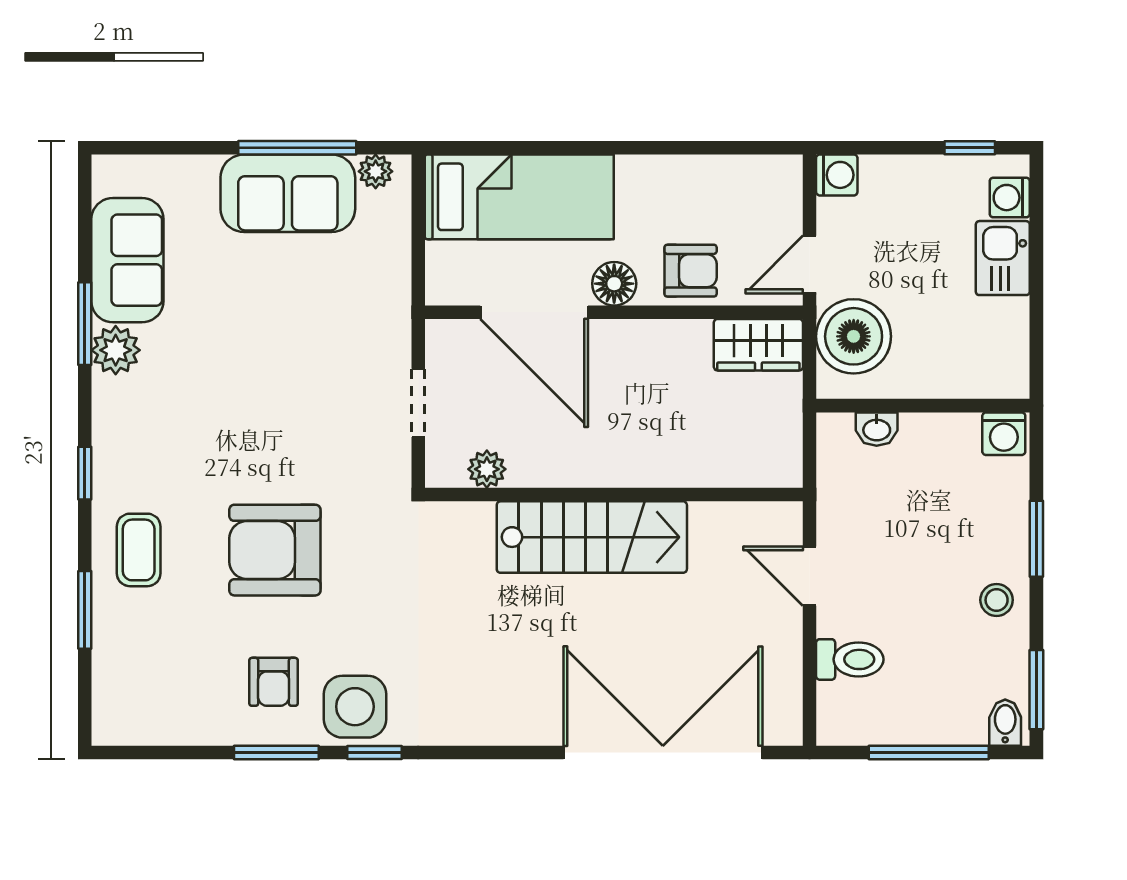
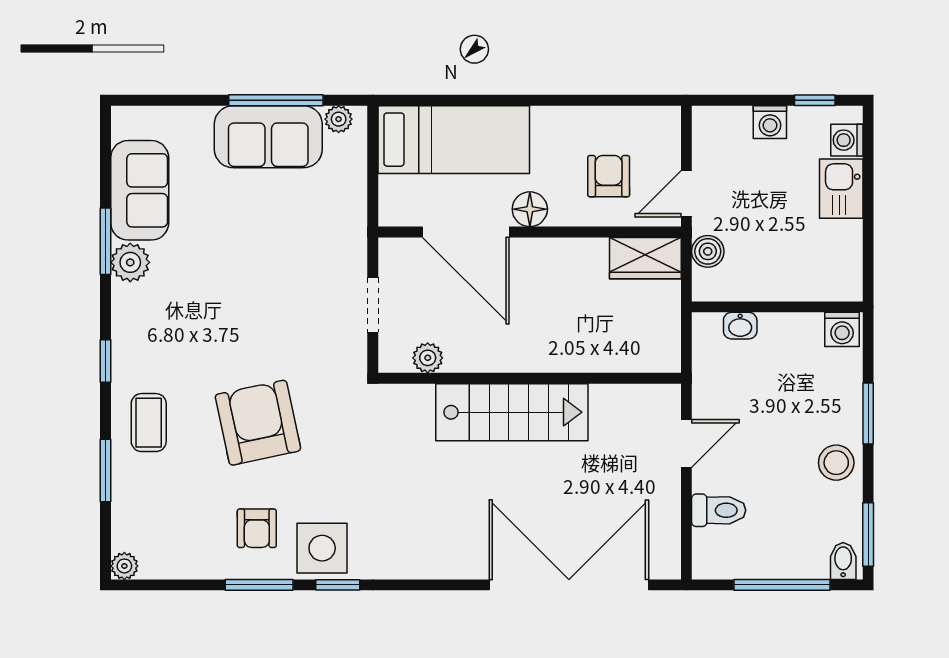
washing machine: (837, 175) -> (770, 122), moved, turned 90
armchair: (691, 271) -> (609, 176), moved, turned -90
boiler: (854, 336) -> (708, 251), width x0.54, depth x0.54
armchair: (275, 550) -> (258, 423), turned 78
door: (810, 576) -> (686, 443), swing flipped
stool: (997, 600) -> (836, 463), width x1.37, depth x1.37
plant: (108, 729) -> (124, 566), added

